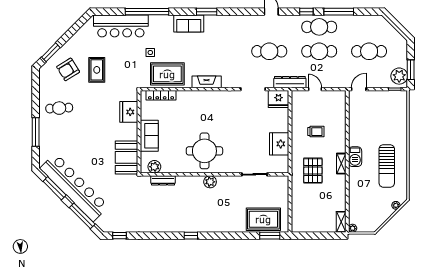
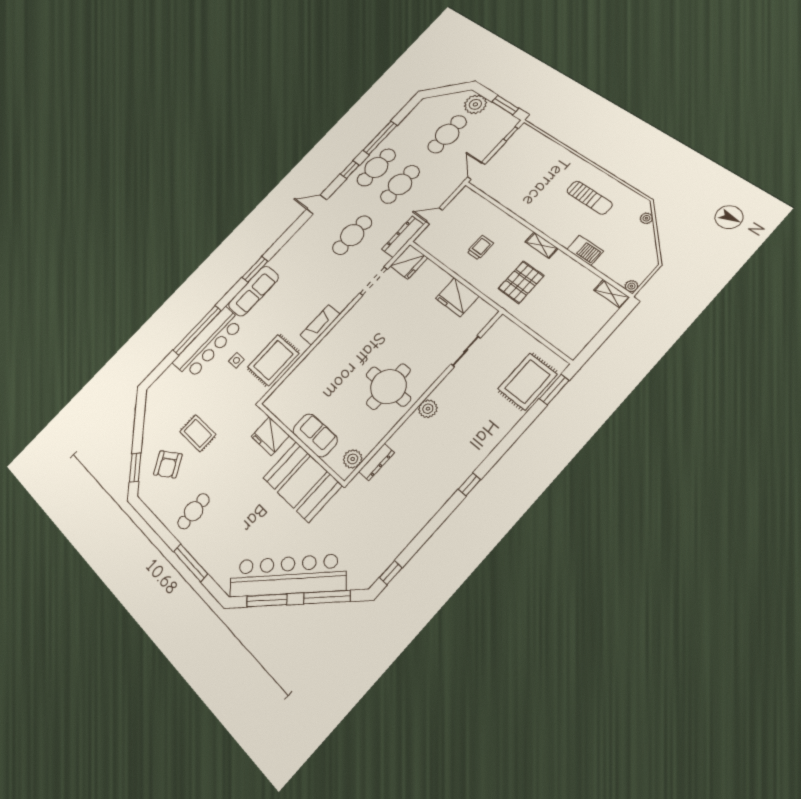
sofa: (189, 23) -> (254, 291), width x1.36
bar counter: (121, 26) -> (208, 343), moved
plant: (399, 76) -> (475, 104), moved
locker: (161, 95) -> (287, 385), removed
booth: (127, 157) -> (302, 482), width x1.36, depth x1.42
barbecue: (355, 157) -> (585, 250), moved
sun lounger: (387, 166) -> (589, 198), width x0.73, depth x0.75
pallet: (313, 171) -> (521, 282), turned 90

